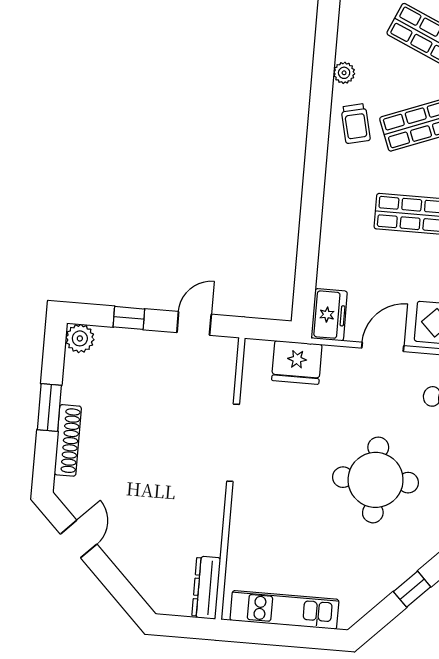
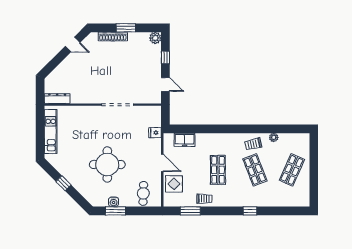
freezer: (329, 315) -> (185, 140), moved
fridge: (297, 362) -> (155, 133), width x0.53, depth x0.75

